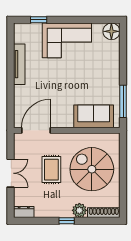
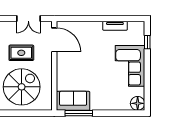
tv unit: (19, 64) -> (115, 26), width x0.71
sofa: (94, 116) -> (73, 101), moved, turned -90
double door: (11, 173) -> (28, 19), moved

